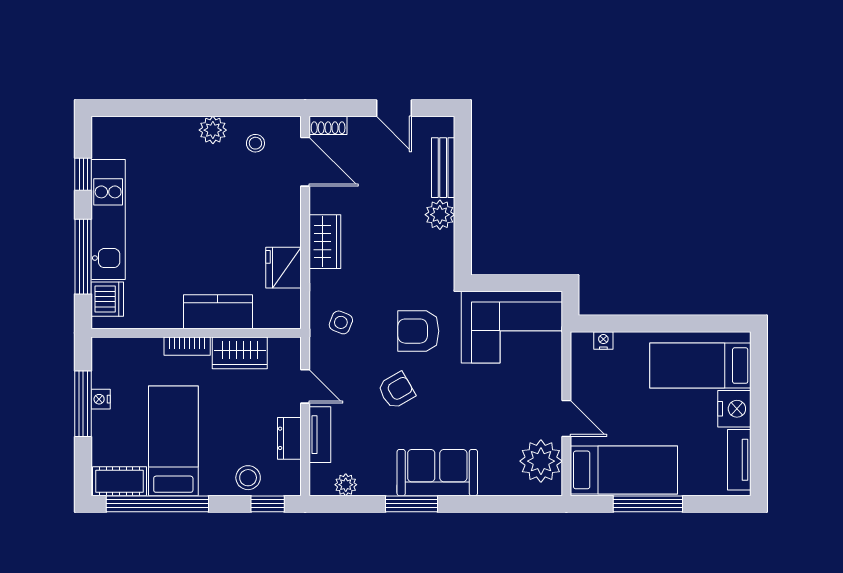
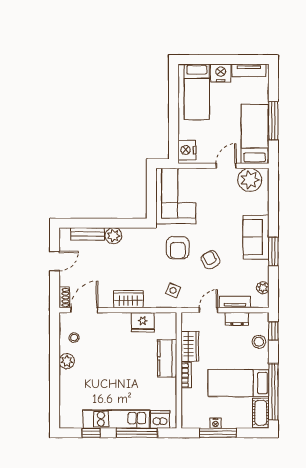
nightstand: (603, 340) -> (187, 150), width x1.89, depth x1.79

